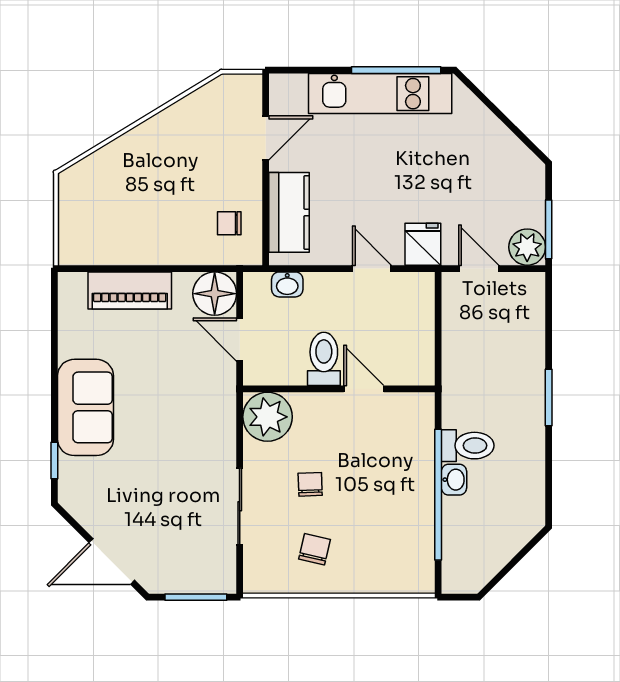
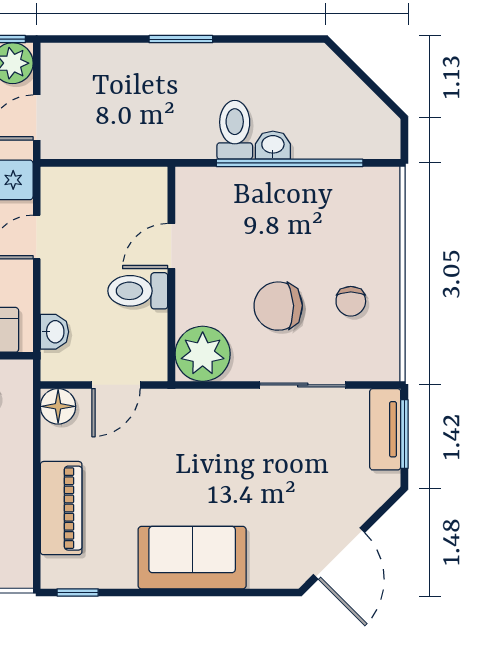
floor lamp: (215, 294) -> (58, 406), width x0.73, depth x0.73
window: (54, 460) -> (78, 592), moved
chair: (310, 484) -> (278, 306), width x1.87, depth x1.87
chair: (314, 549) -> (351, 301), turned -103
door: (112, 561) -> (339, 554), moved
tv unit: (200, 580) -> (385, 429), added

